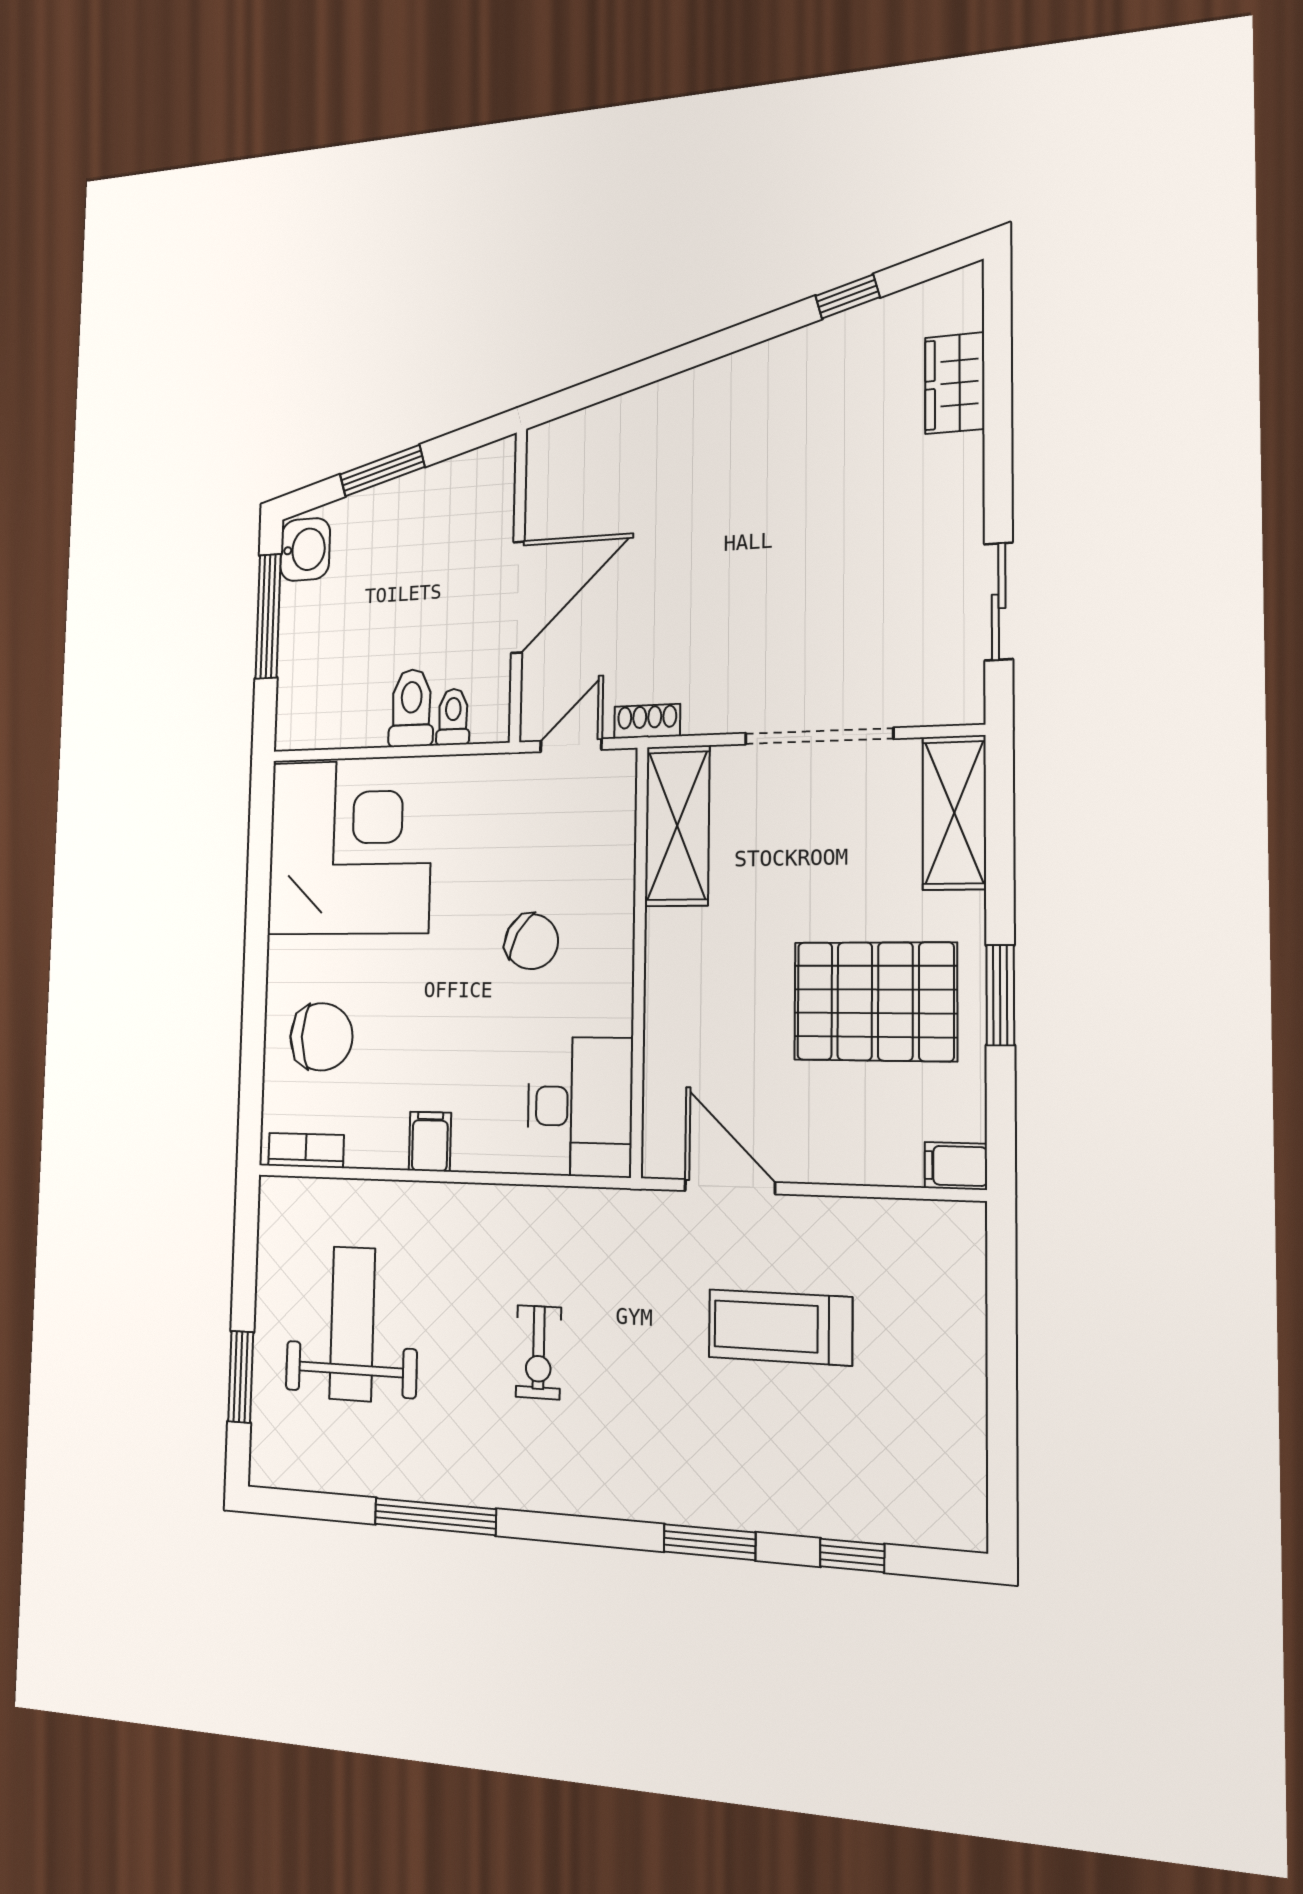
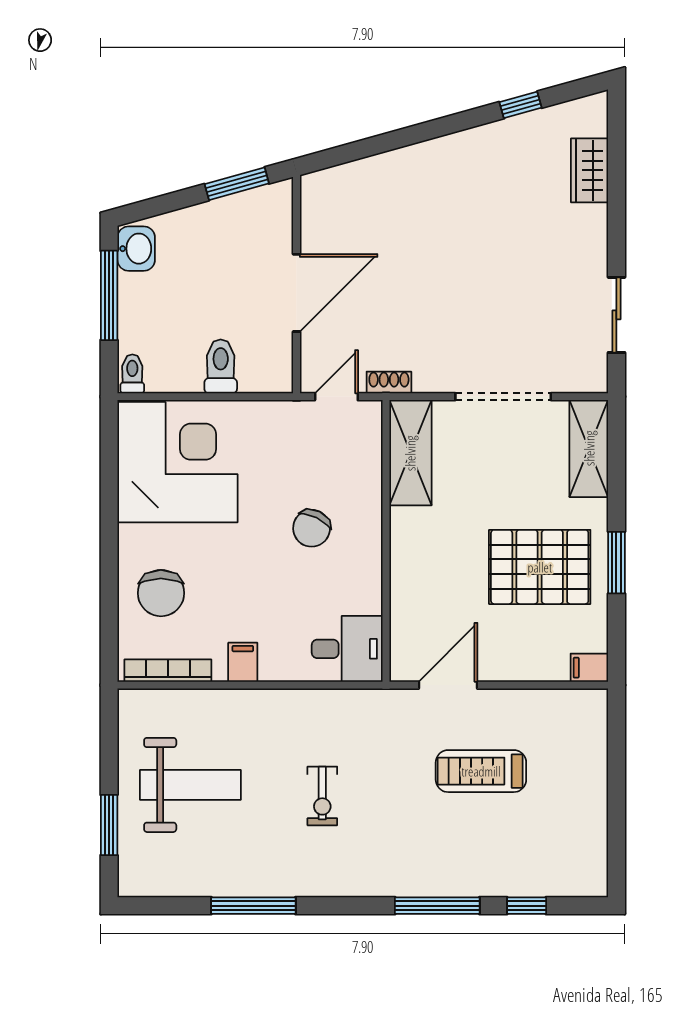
window: (382, 471) -> (237, 184), moved
toilet: (453, 717) -> (132, 374), moved
chair: (532, 942) -> (312, 528), turned 87
chair: (321, 1037) -> (161, 593), turned 90
desk: (580, 1106) -> (347, 649), width x0.73
bookcase: (306, 1150) -> (168, 671), width x1.56
door: (730, 1187) -> (448, 685), hinge flipped
weight bench: (352, 1324) -> (190, 785), turned 90
window: (709, 1542) -> (437, 906), width x1.44

